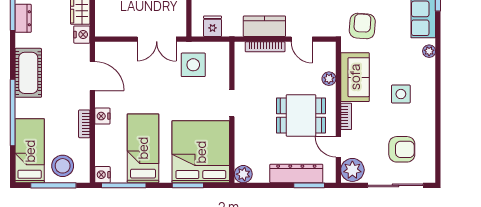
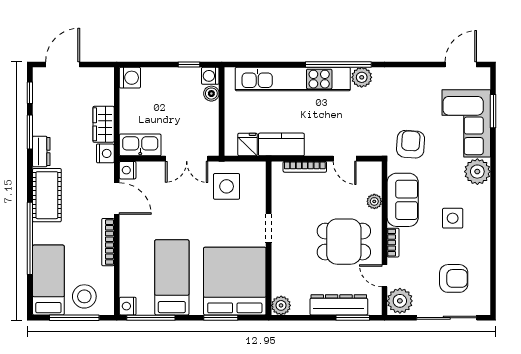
dresser: (23, 18) -> (41, 151), moved
kitchen counter: (264, 26) -> (281, 144), moved
kitchen sink: (114, 27) -> (140, 145), added
plant: (429, 51) -> (477, 172), width x1.88, depth x1.88
nightstand: (102, 116) -> (128, 170), moved
bookcase: (84, 124) -> (108, 242), width x1.56

